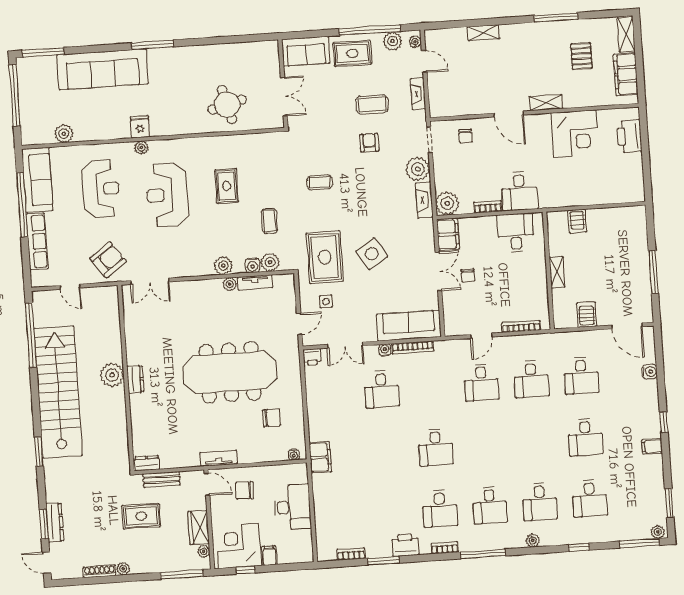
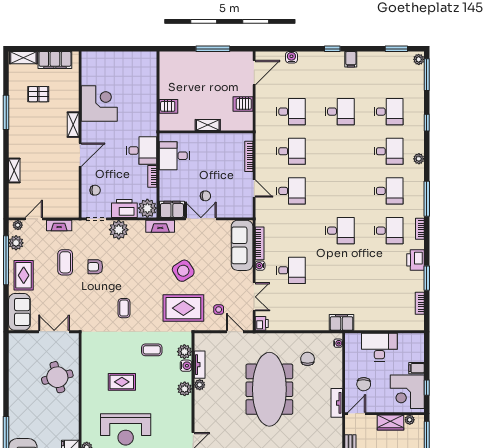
printer: (629, 136) -> (124, 208), moved, turned 180
fireplace: (424, 200) -> (160, 226), moved

